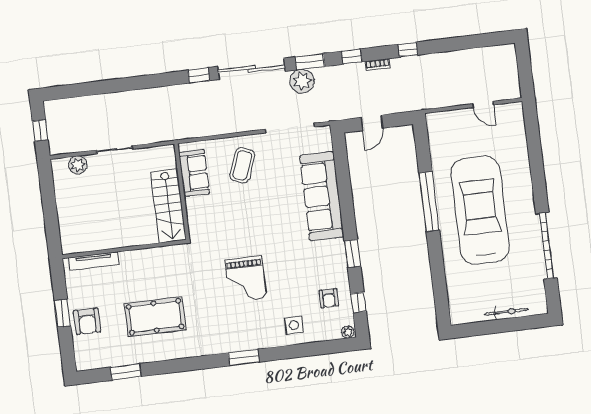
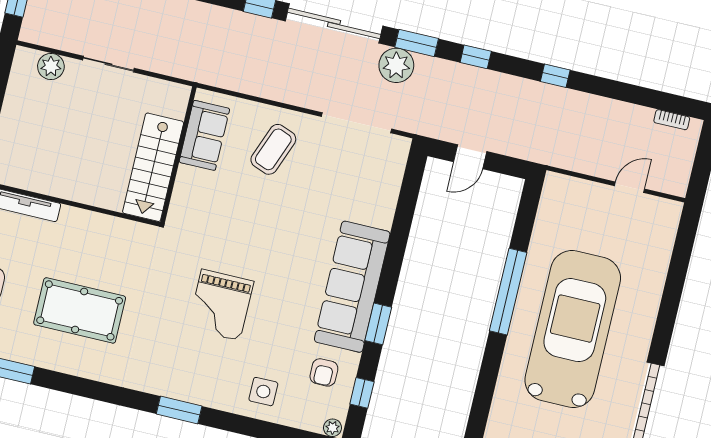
bookcase: (378, 65) -> (672, 120), moved
door: (483, 104) -> (630, 187), swing flipped
sofa: (322, 196) -> (352, 287), moved

